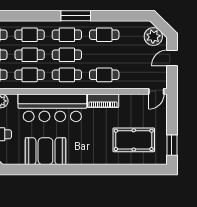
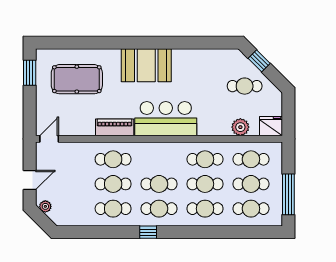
window: (76, 16) -> (148, 232), width x0.46
plant: (153, 37) -> (45, 206), width x0.53, depth x0.53
cafe table: (67, 75) -> (113, 184), moved
bar counter: (52, 108) -> (166, 119), width x0.73
booth: (45, 151) -> (146, 65), moved

